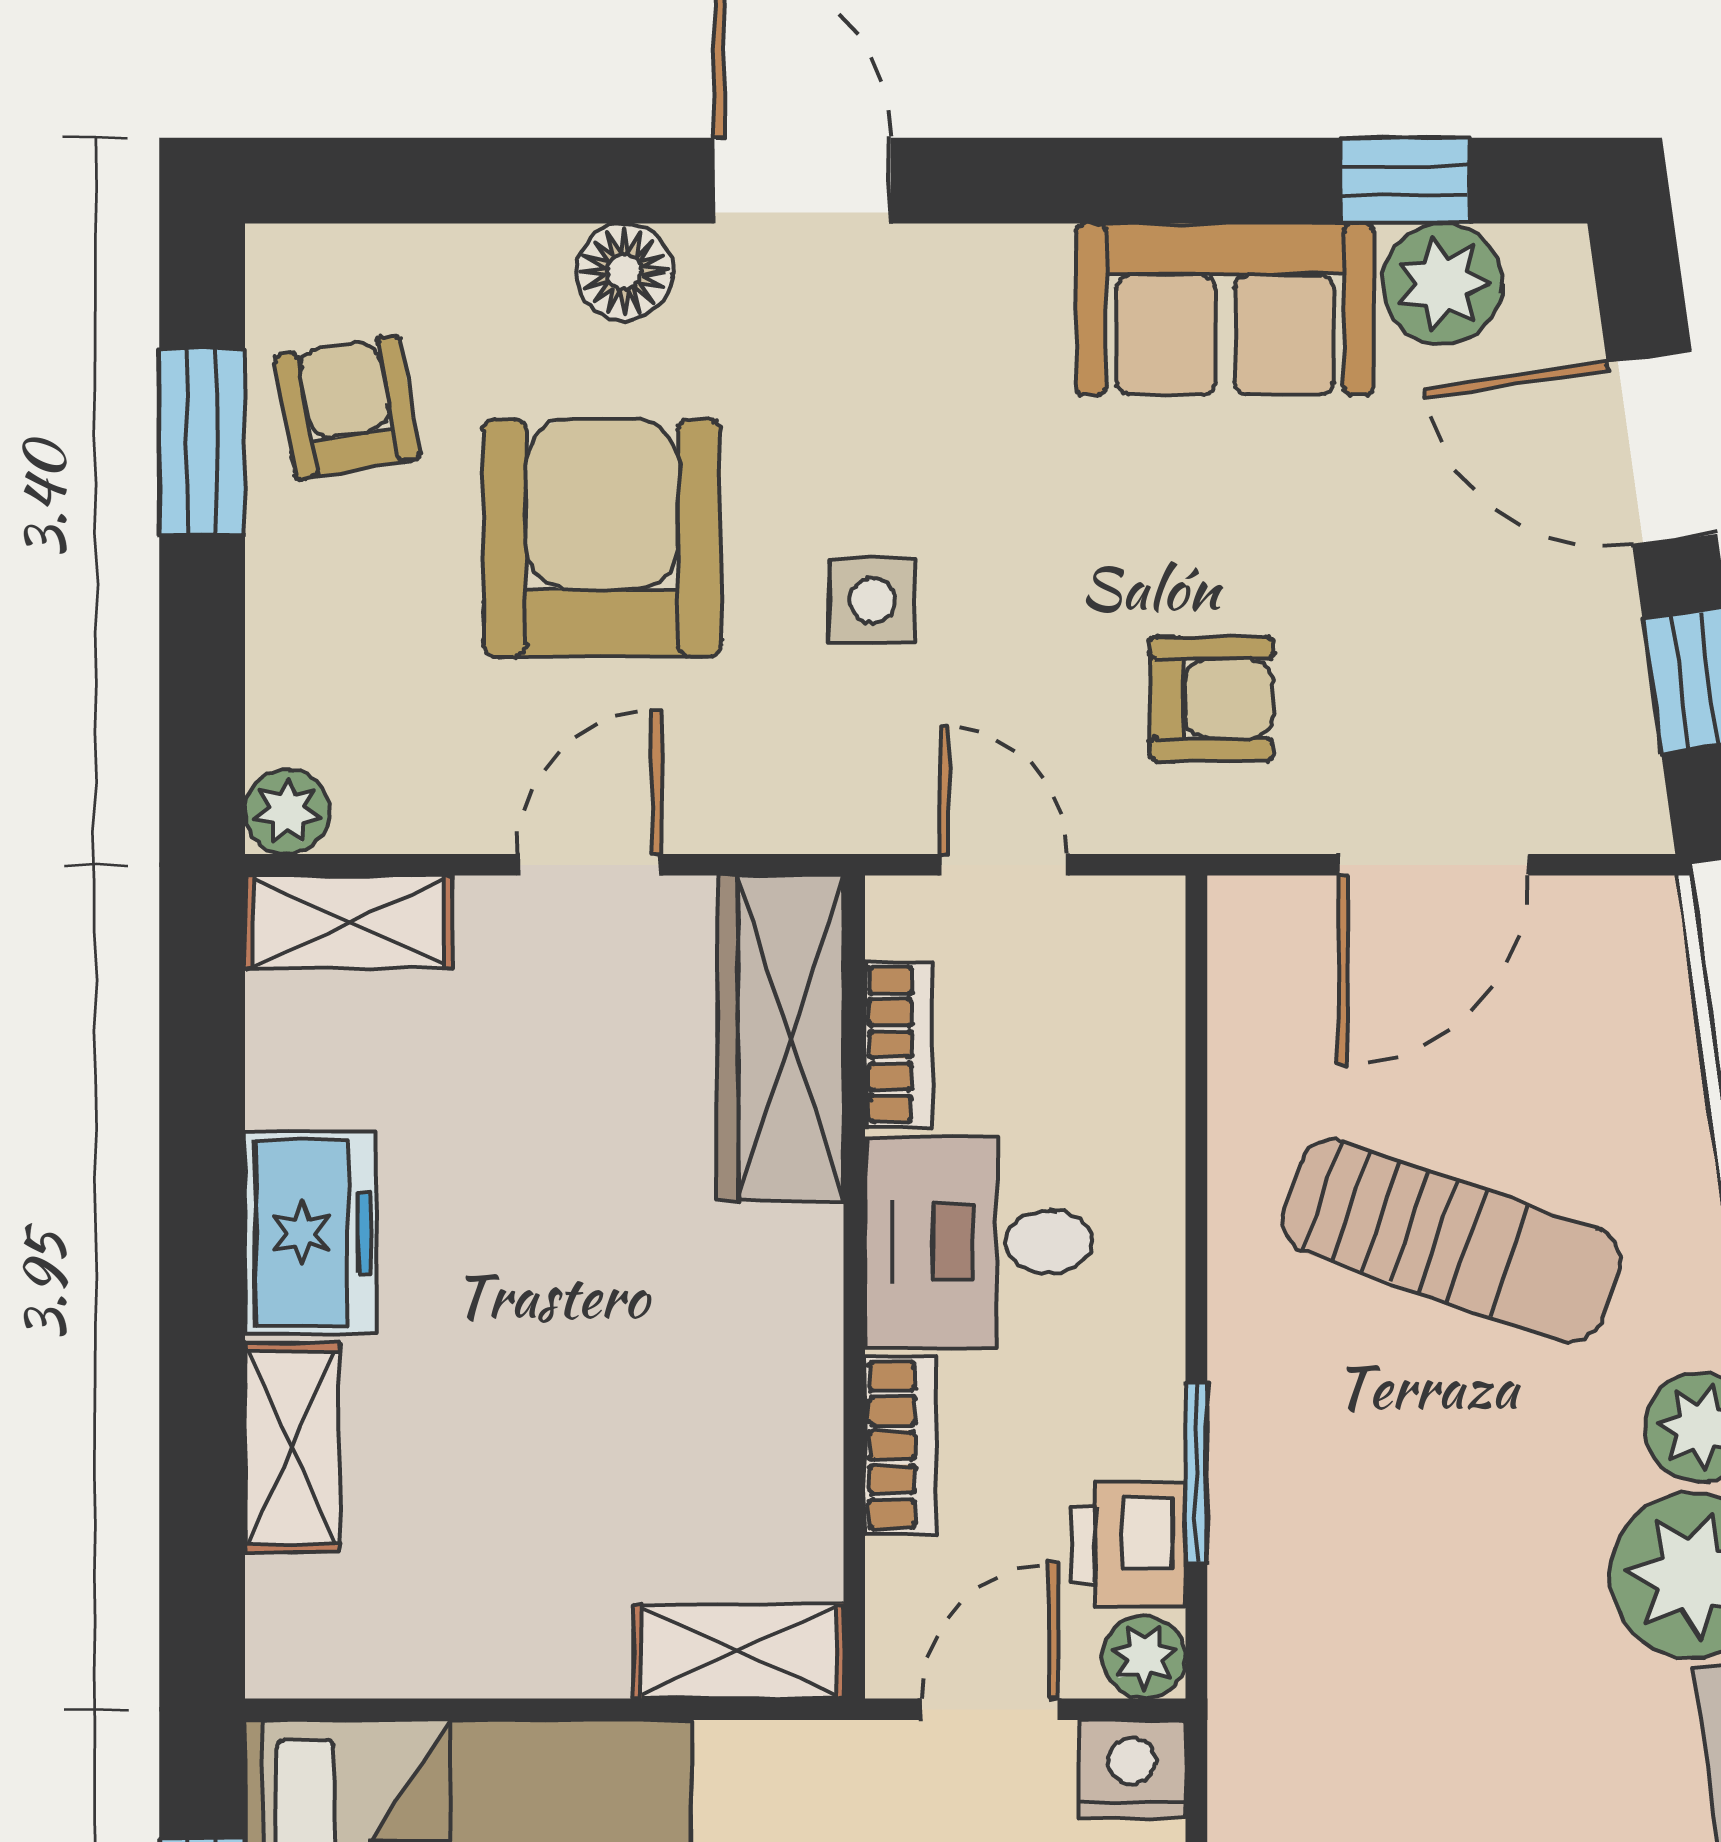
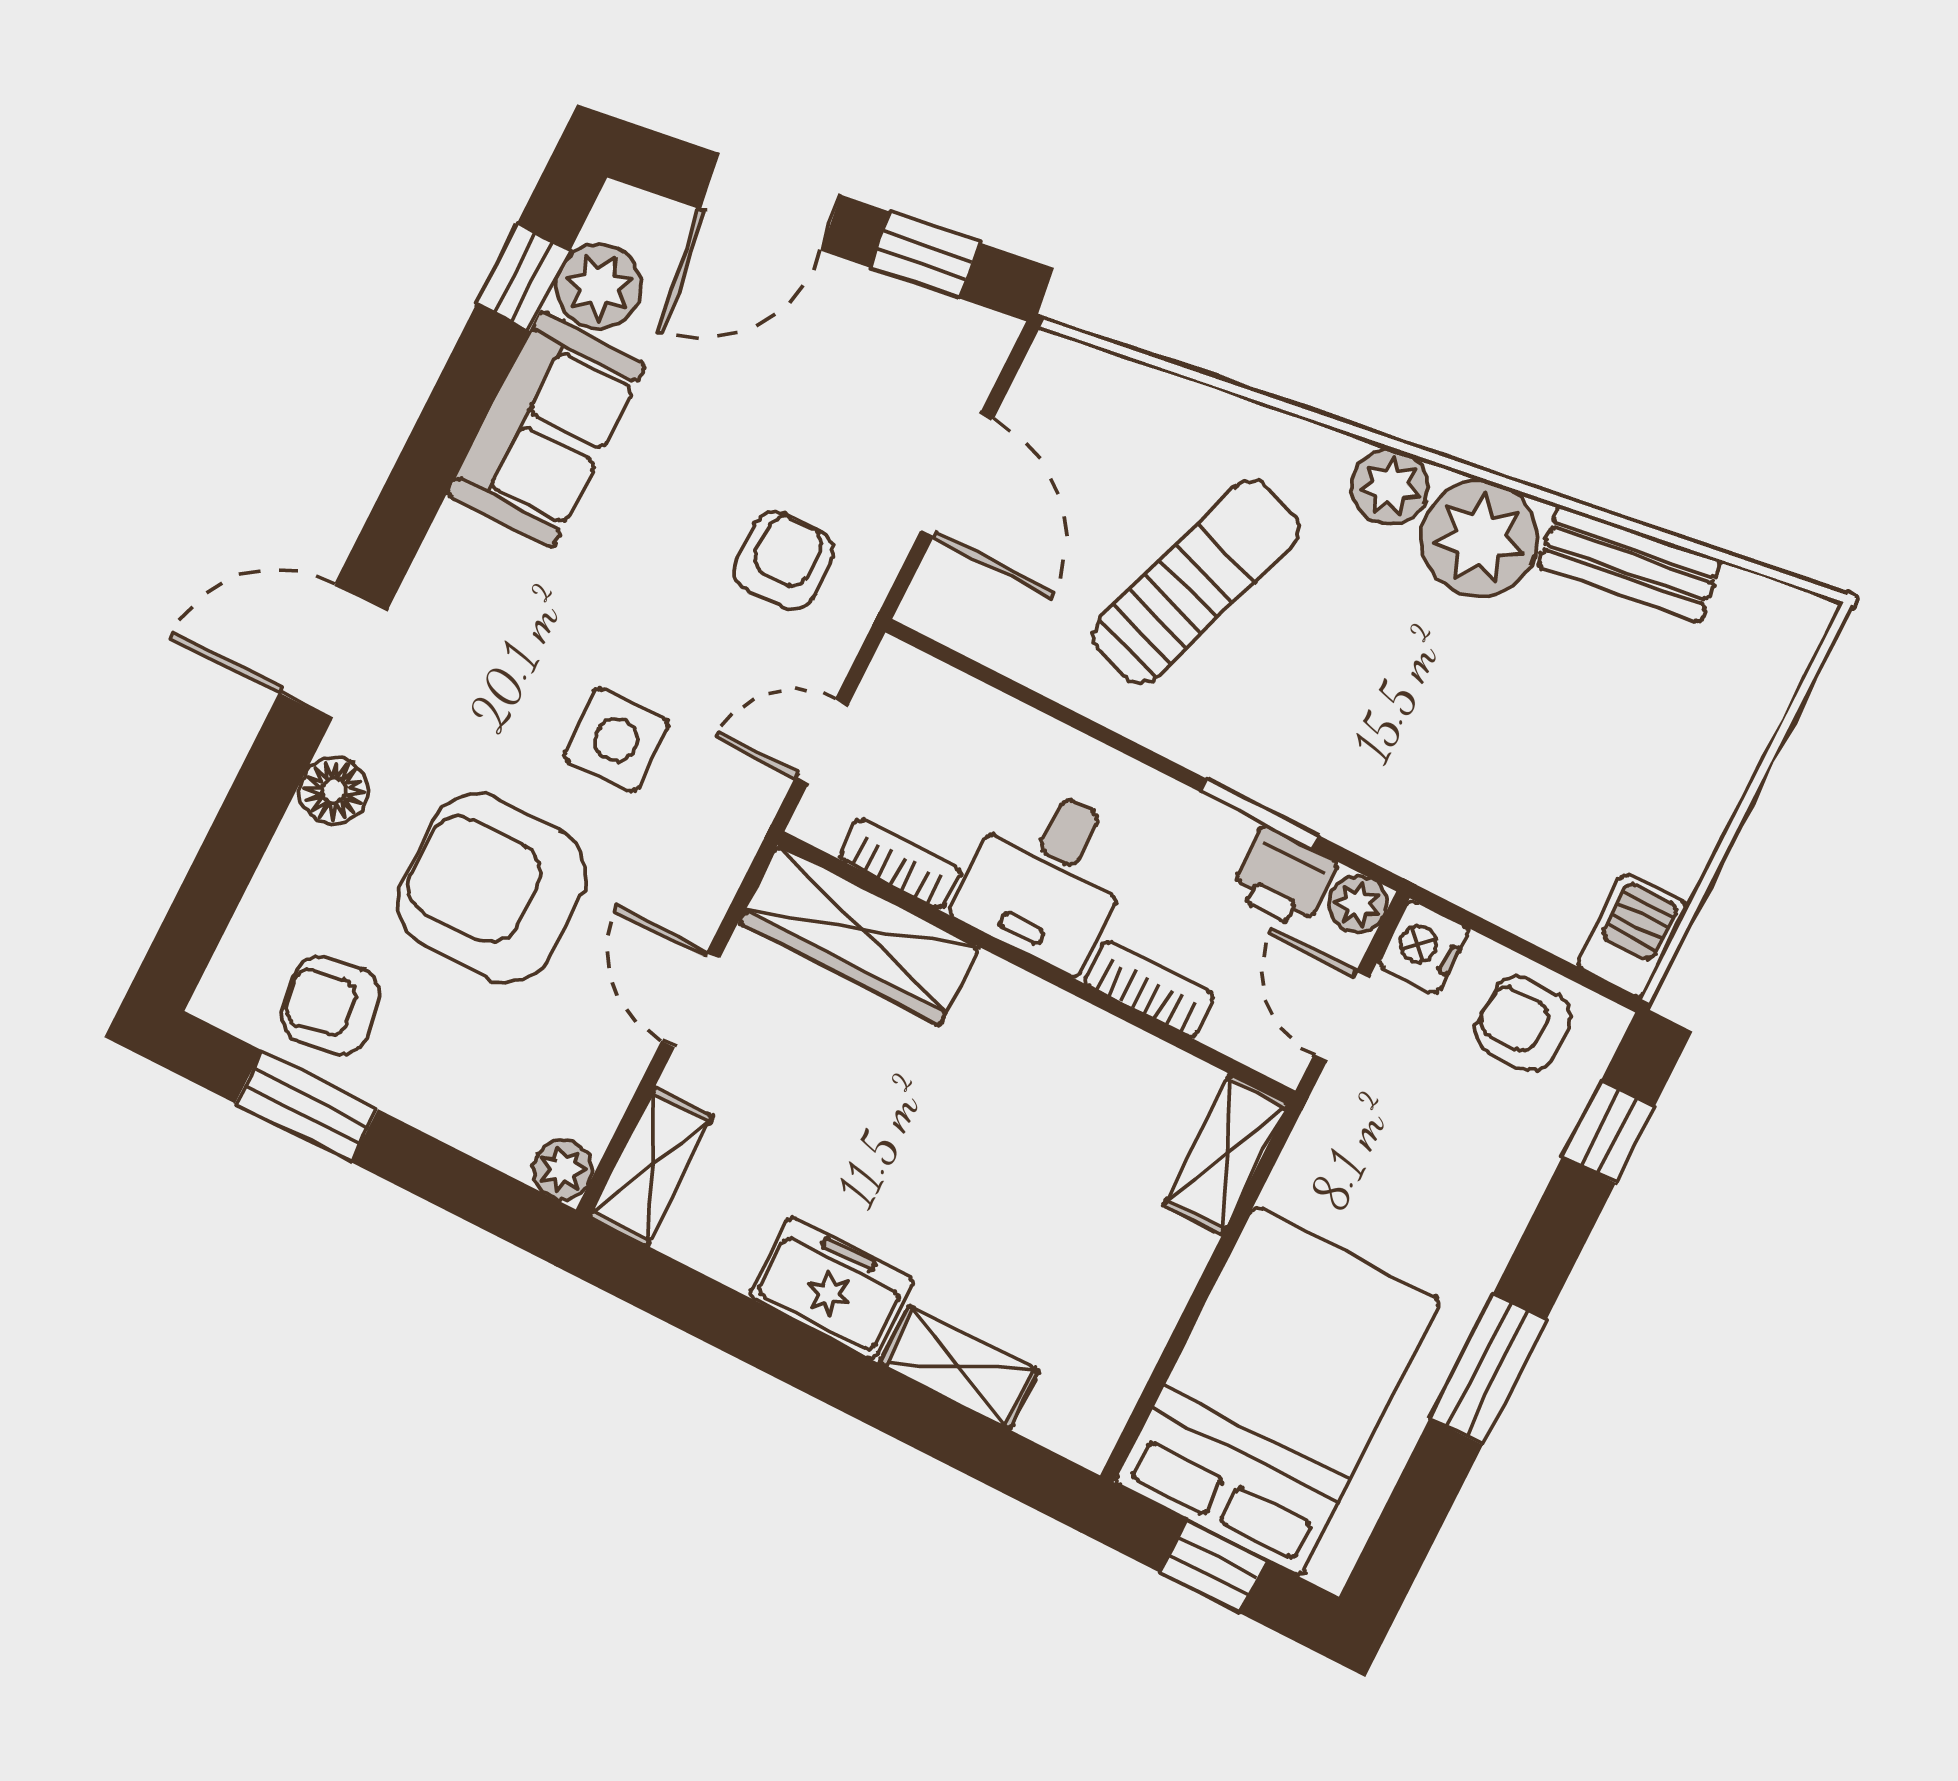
side table: (873, 601) -> (616, 740), width x1.37, depth x1.37

